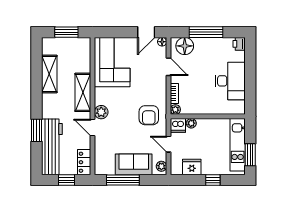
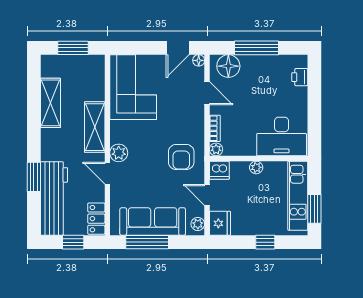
printer: (239, 44) -> (300, 77), moved
desk: (230, 81) -> (282, 137), moved, turned 90
plant: (191, 123) -> (256, 167), moved
sofa: (134, 164) -> (153, 222), width x1.36
fridge: (192, 167) -> (220, 223), moved, turned 90

